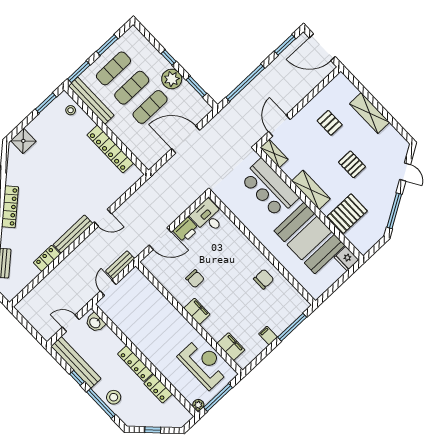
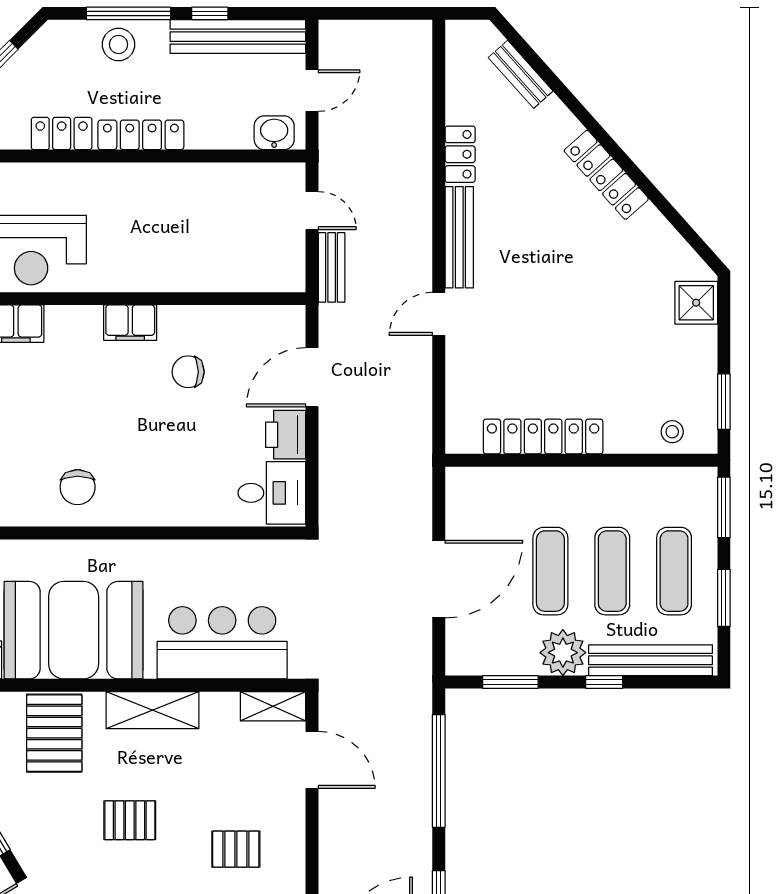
bench: (91, 101) -> (650, 660), moved

